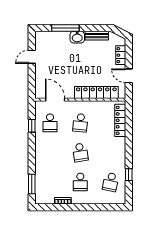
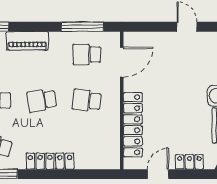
locker: (120, 120) -> (50, 161), moved
window: (32, 126) -> (82, 27), width x2.17
piano: (41, 162) -> (27, 41), added

